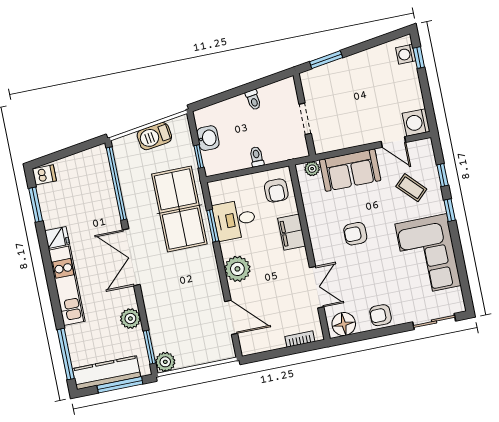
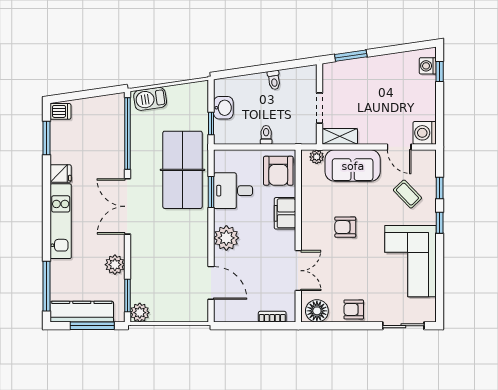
barbecue: (154, 136) -> (150, 99), moved
shelving: (331, 143) -> (340, 136), added
armchair: (276, 191) -> (278, 171), width x1.38, depth x1.38

